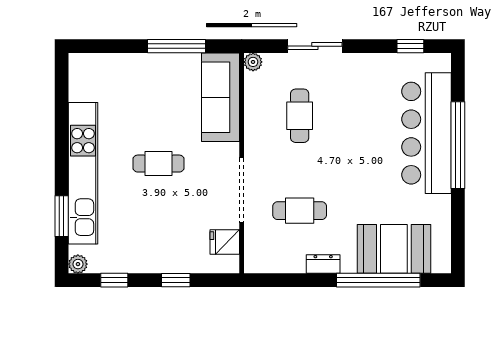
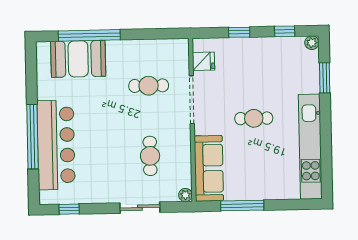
kitchen unit: (83, 173) -> (310, 147), moved
dresser: (323, 264) -> (130, 47), removed

